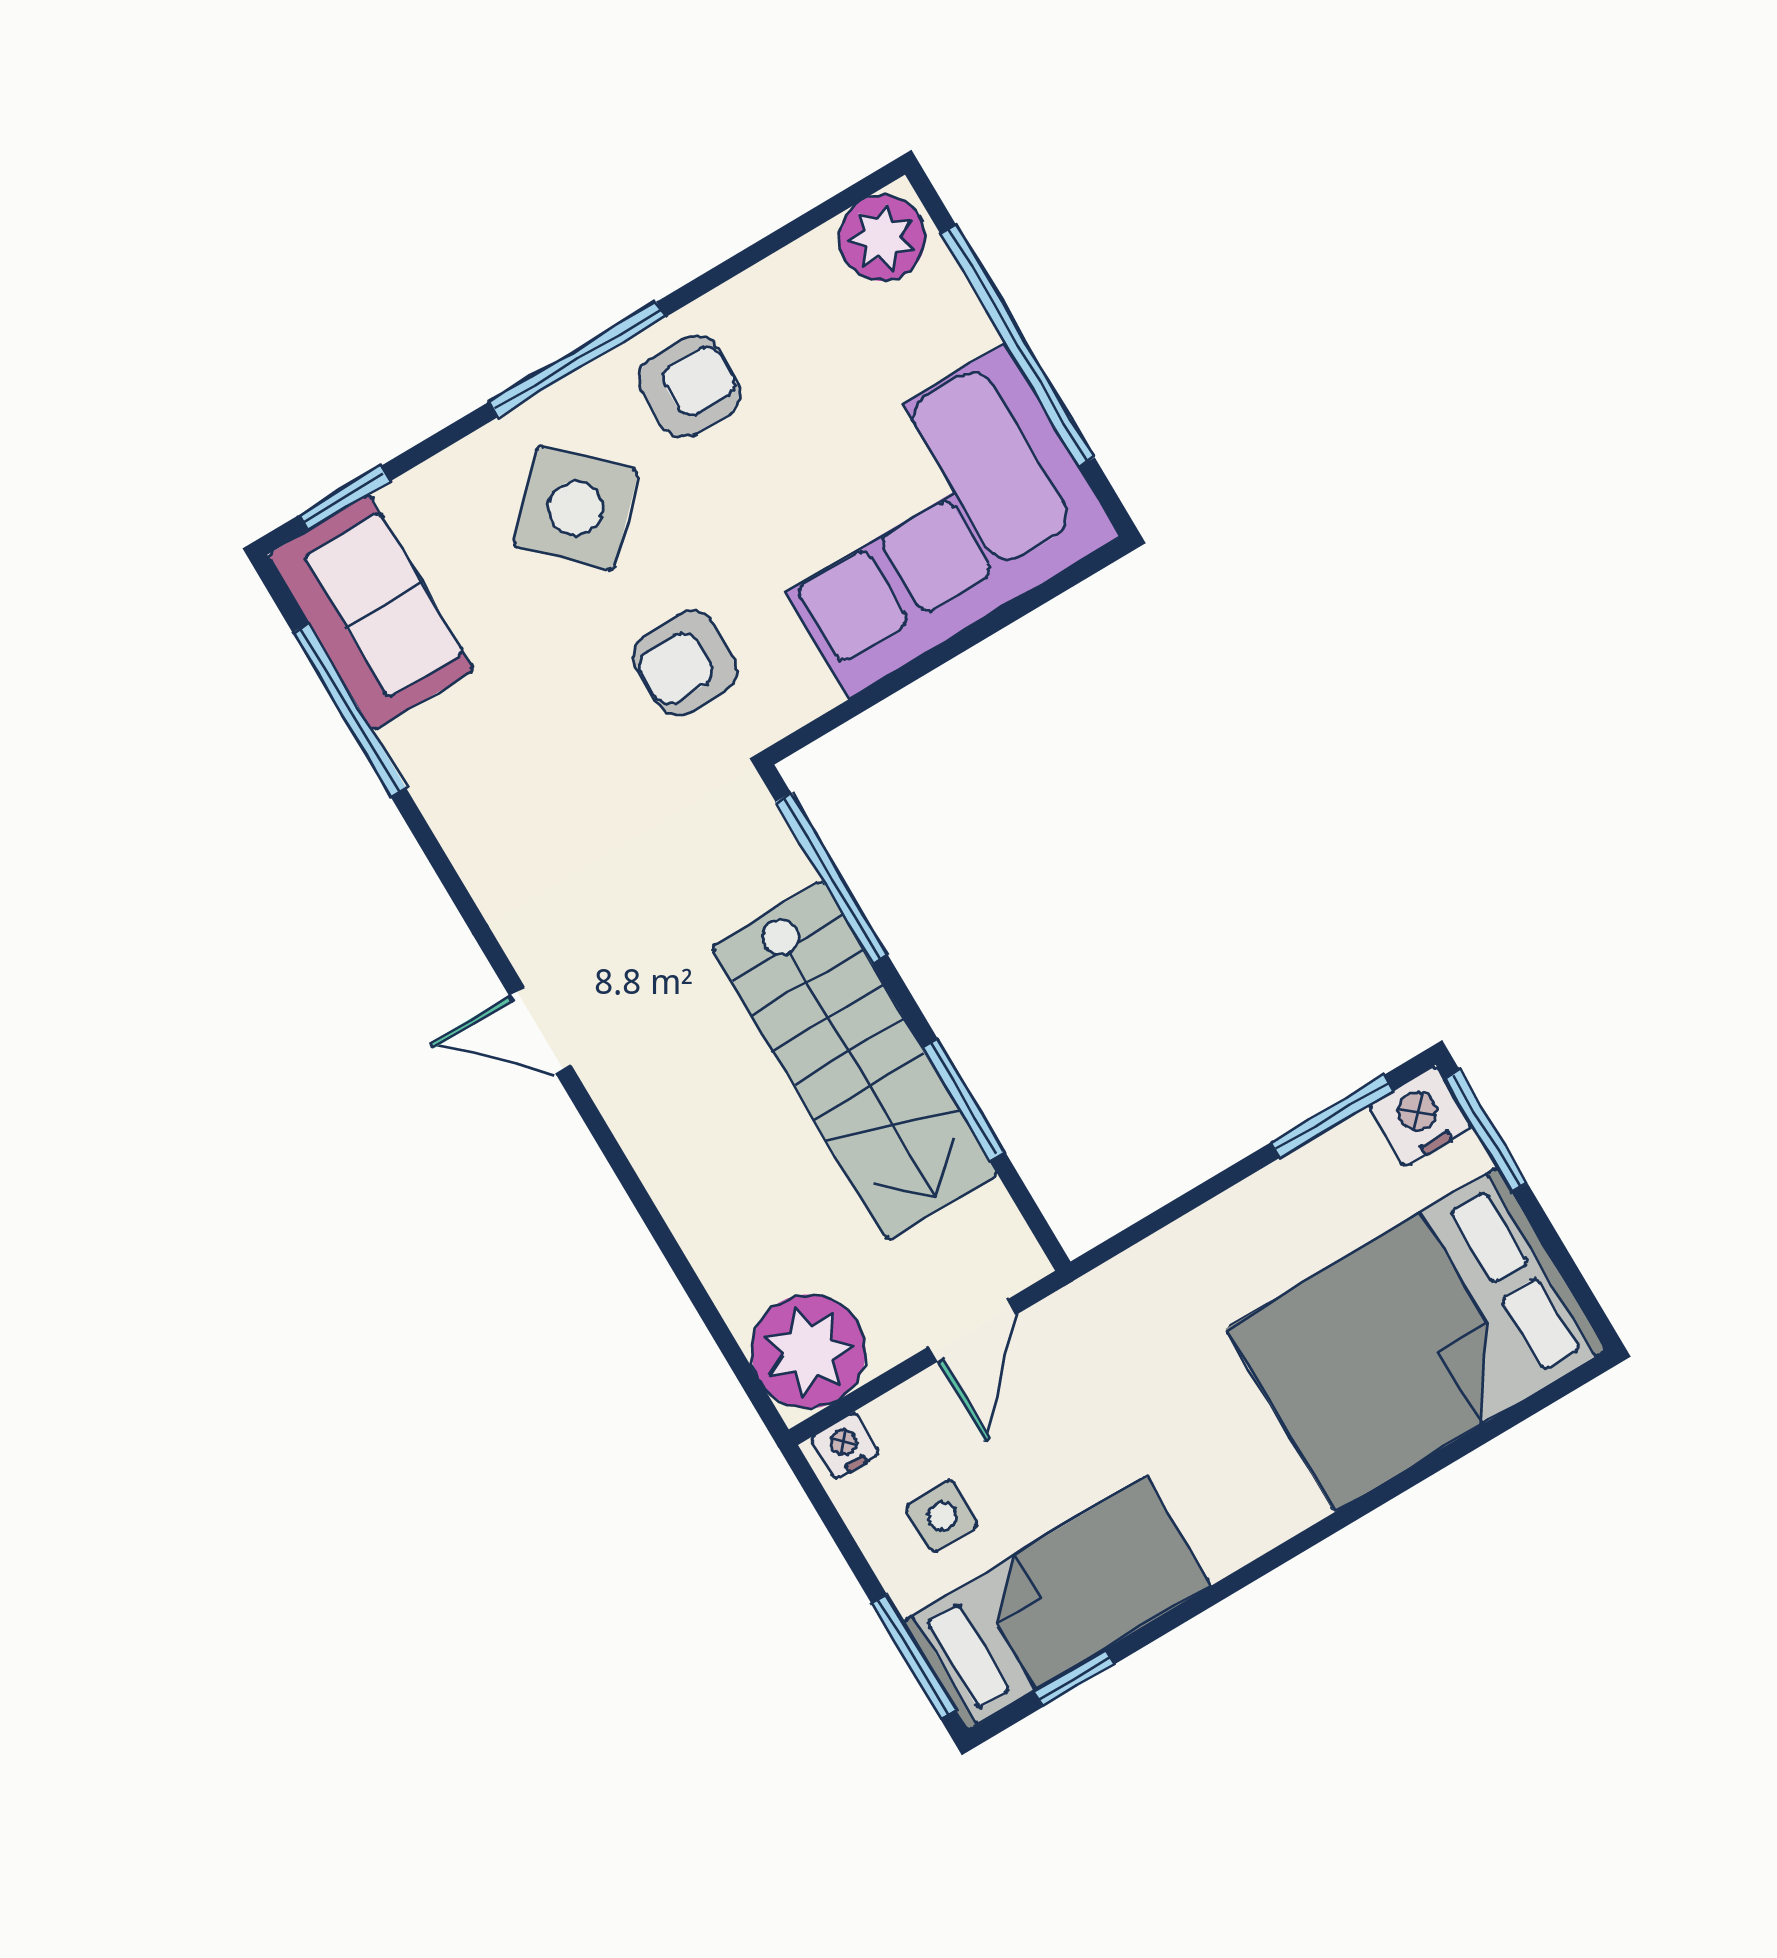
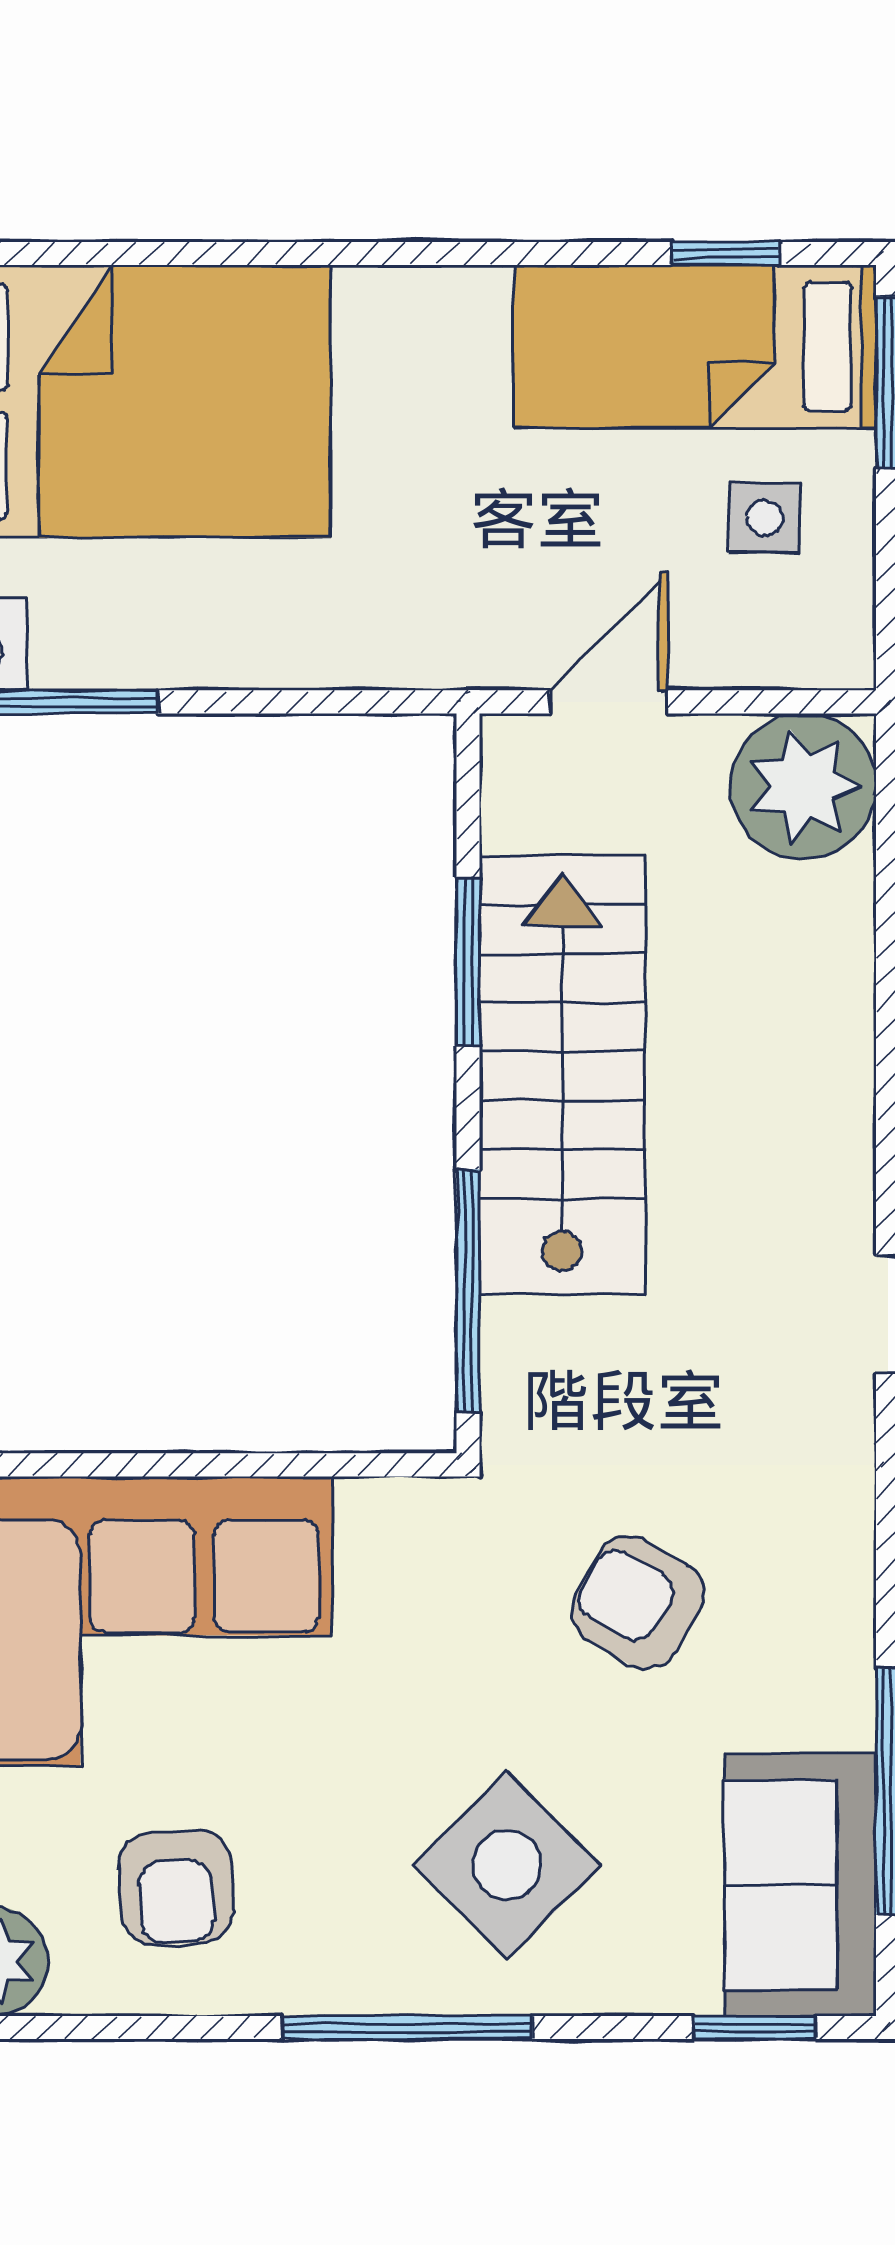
armchair: (690, 386) -> (176, 1888), moved, turned -93
armchair: (685, 663) -> (638, 1602), moved, turned -150
nightstand: (845, 1446) -> (825, 659), removed

